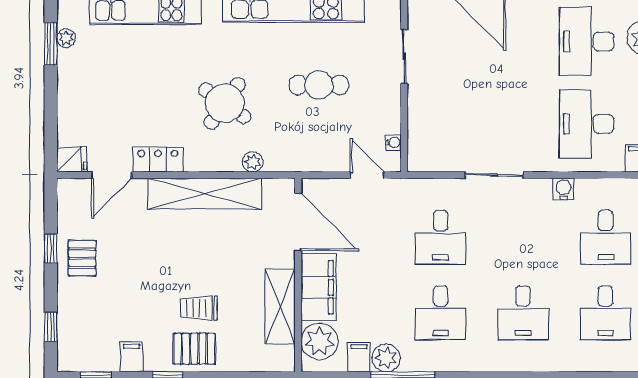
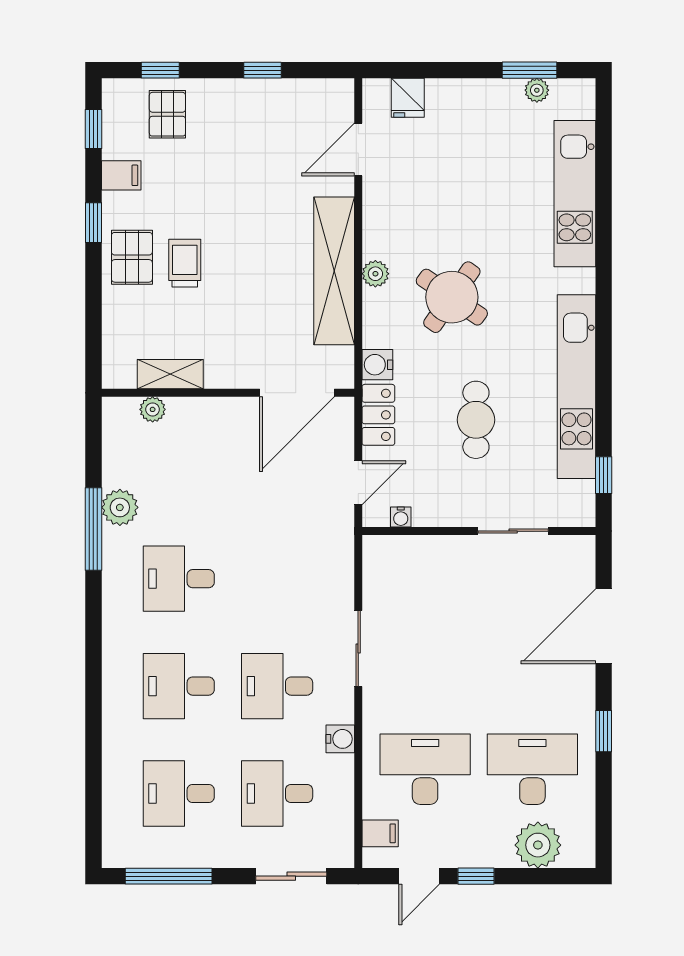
fridge: (72, 160) -> (408, 98), moved
locker: (158, 160) -> (378, 415), moved
water cooler: (277, 161) -> (377, 365), added
plant: (253, 162) -> (375, 274), moved
door: (112, 175) -> (358, 149), hinge flipped
desk: (441, 237) -> (277, 686), moved
pallet: (82, 258) -> (167, 114), moved, turned 90
filing cabinet: (319, 287) -> (212, 419), removed
shelving: (280, 307) -> (170, 374), width x0.67, depth x0.75
plant: (319, 341) -> (153, 409), width x0.53, depth x0.53
filing cabinet: (359, 357) -> (121, 472), removed

